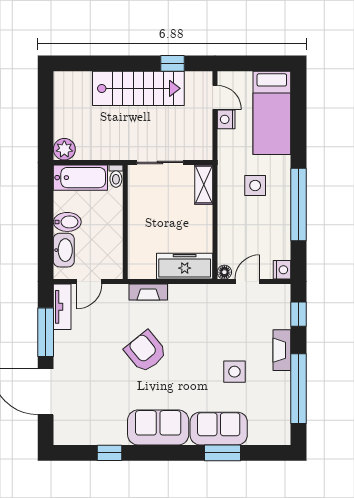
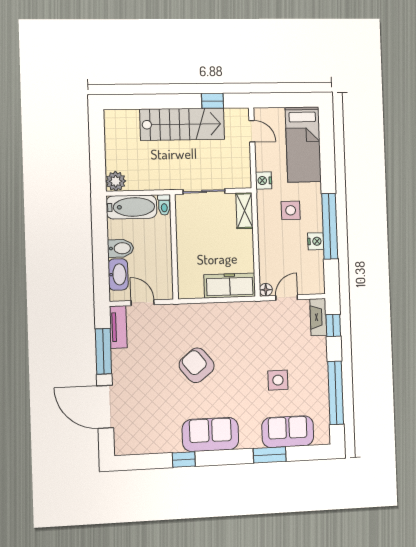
nightstand: (226, 119) -> (264, 181), moved
nightstand: (282, 270) -> (316, 241), moved
door: (89, 282) -> (143, 303), swing flipped
fireplace: (148, 292) -> (197, 310), removed
fireplace: (282, 350) -> (318, 317), moved
sofa: (219, 429) -> (288, 432), moved
window: (110, 453) -> (184, 460), moved

